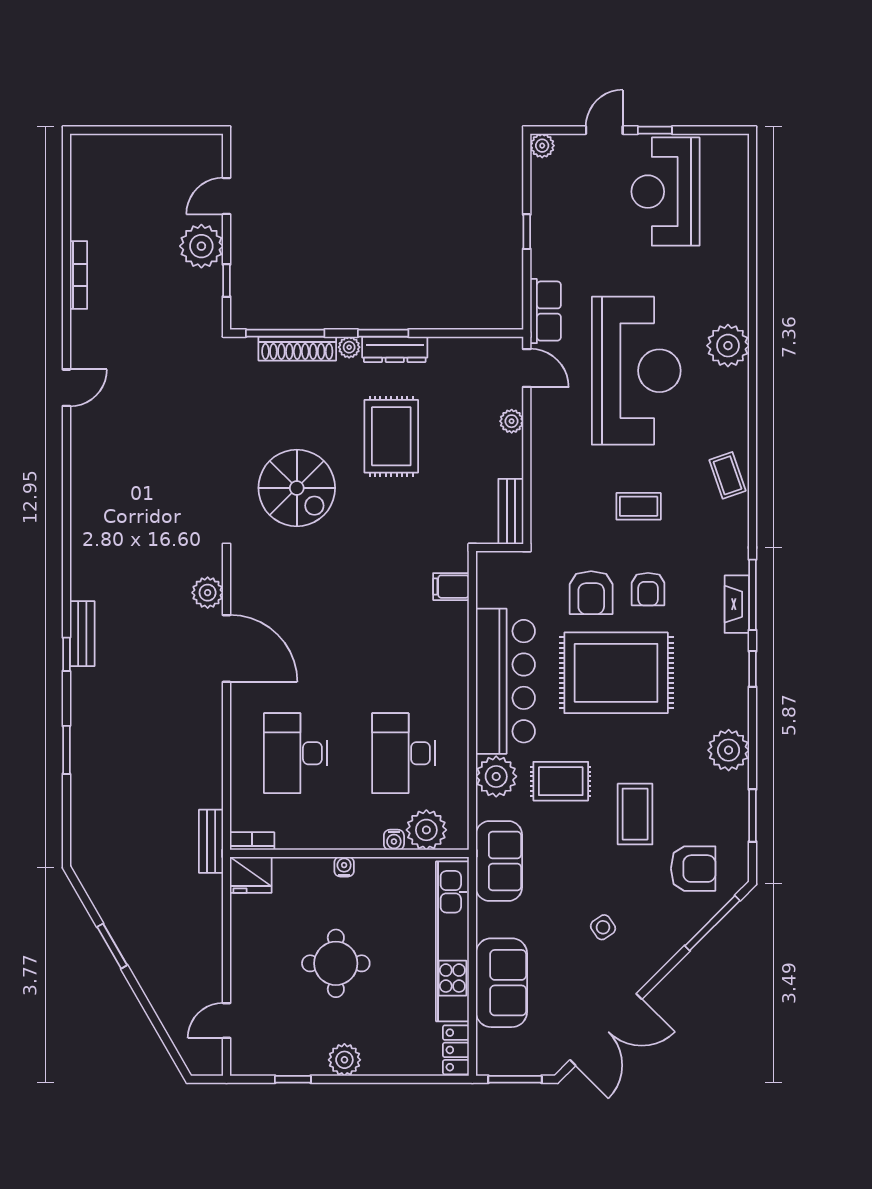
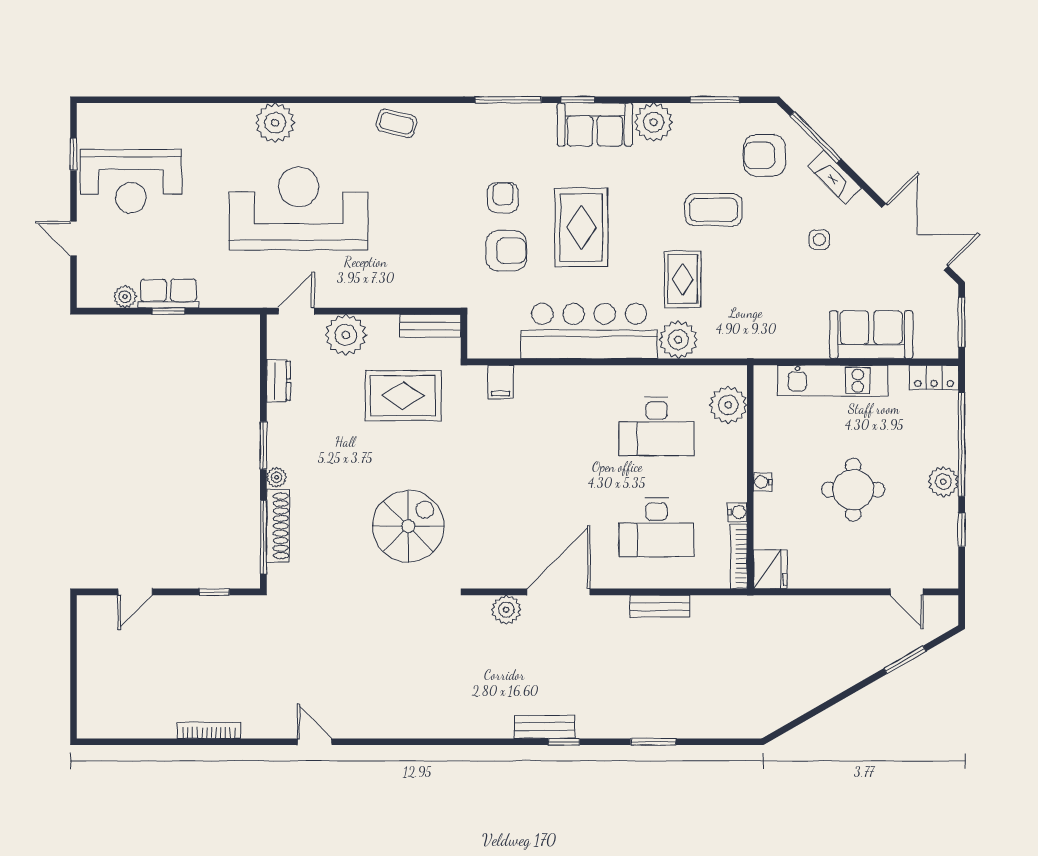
window: (655, 130) -> (73, 154), moved
plant: (542, 146) -> (125, 297), moved
door: (227, 196) -> (135, 592), hinge flipped
plant: (201, 246) -> (182, 615), removed
row of seats: (546, 311) -> (168, 293), moved
dresser: (395, 349) -> (279, 381), moved, width x0.70
plant: (512, 421) -> (346, 335), width x1.88, depth x1.88
rug: (391, 436) -> (403, 396), moved
coffee table: (727, 475) -> (397, 123), turned 33
coffee table: (639, 506) -> (425, 206), removed
armchair: (648, 589) -> (503, 198), turned -90
fireplace: (737, 604) -> (834, 177), moved, turned 45
rug: (616, 673) -> (581, 227), width x0.73, depth x0.69
water cooler: (394, 840) -> (738, 512), moved
bench: (211, 841) -> (660, 606), moved
bookcase: (252, 841) -> (739, 556), width x1.56
sofa: (499, 861) -> (595, 125), moved, turned 180
armchair: (693, 869) -> (764, 155), turned -90
side table: (603, 927) -> (819, 240), turned 34
kitchen unit: (452, 941) -> (833, 381), width x0.73
window: (112, 946) -> (905, 660), moved
window: (384, 1079) -> (962, 445), added

